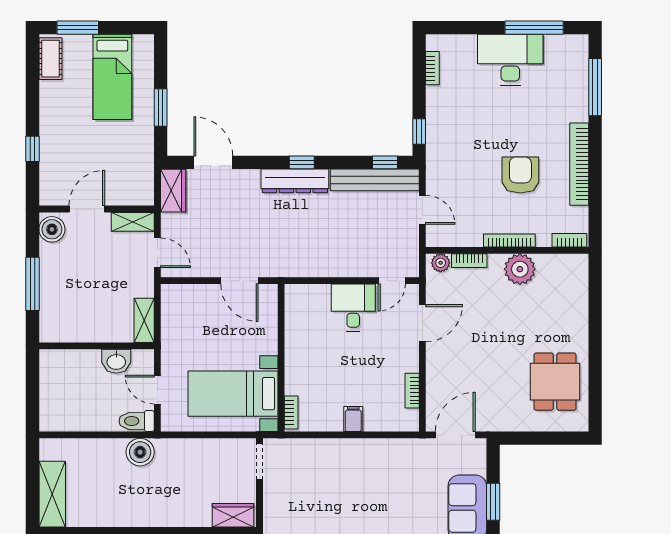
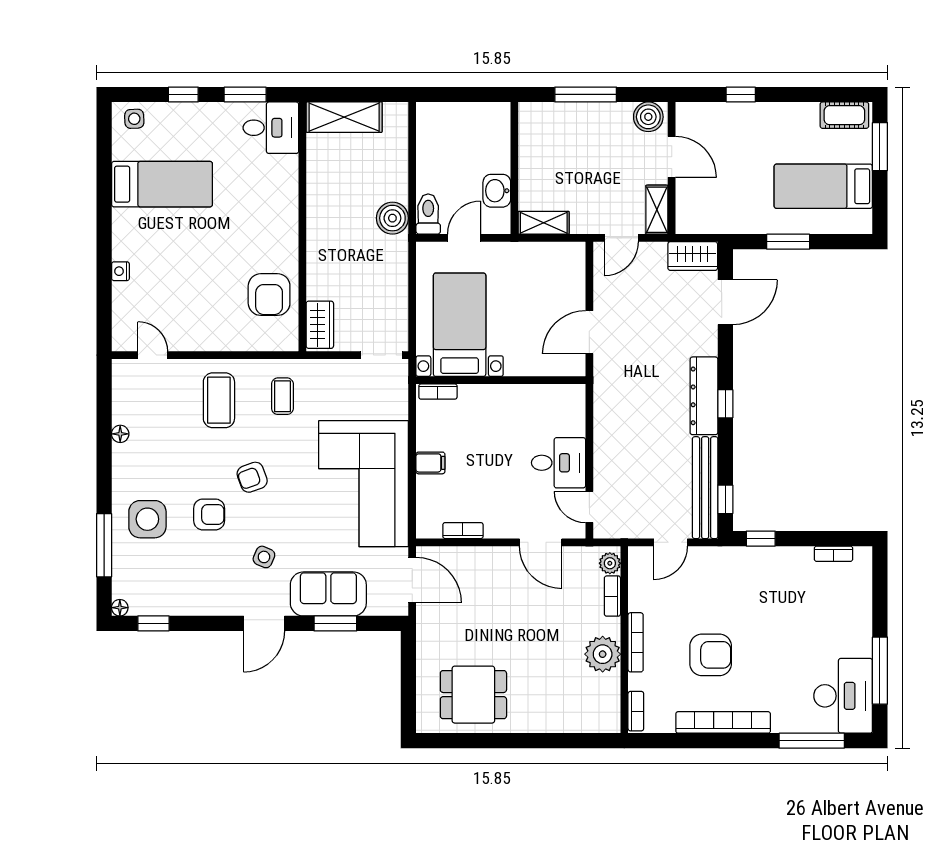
desk: (510, 60) -> (843, 696), moved
corner sofa: (371, 477) -> (364, 484), added

